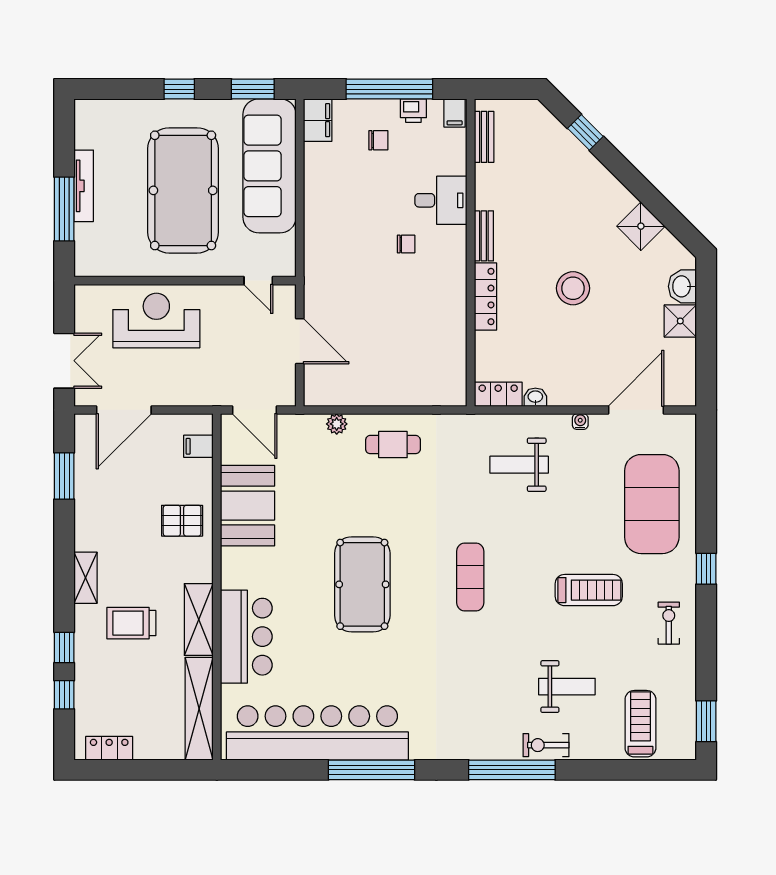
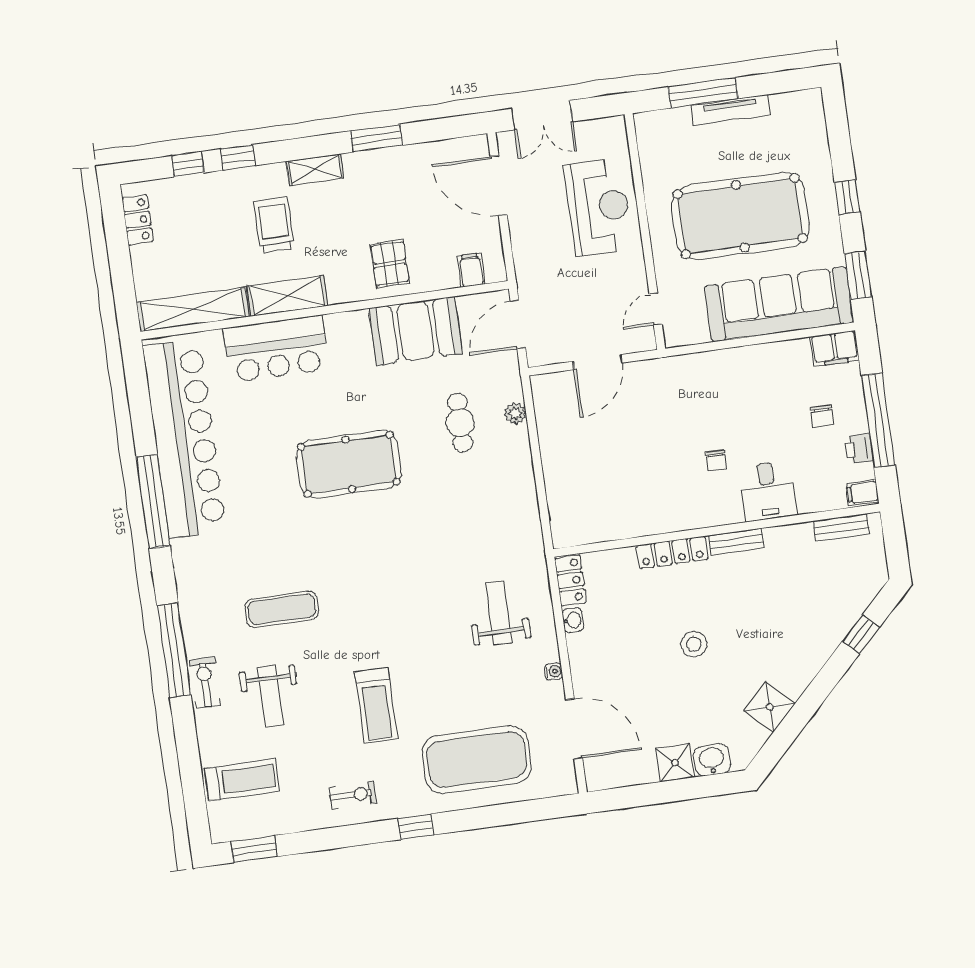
stool: (573, 288) -> (694, 644), width x0.73, depth x0.73
cafe table: (393, 445) -> (460, 423), moved
window: (64, 476) -> (376, 138), moved
exercise mat: (470, 577) -> (282, 609), moved

